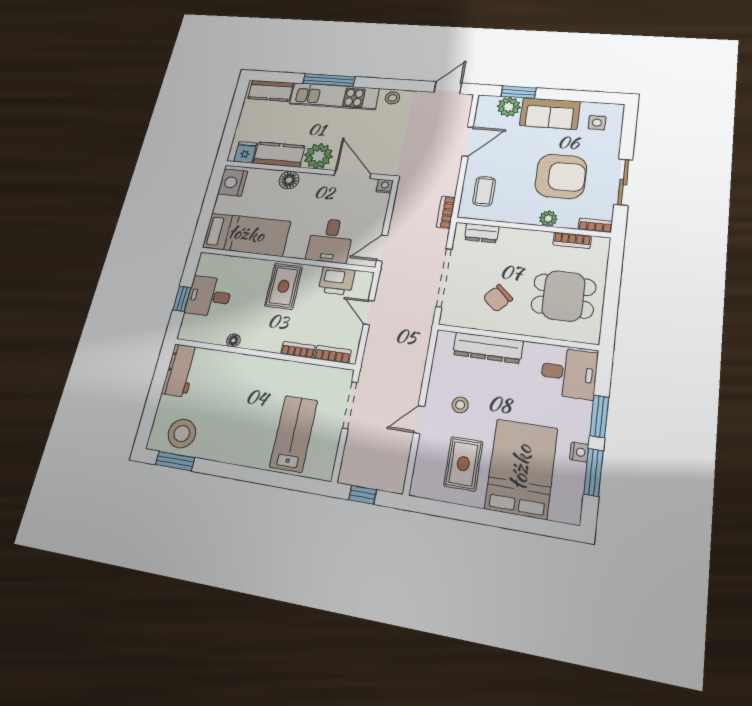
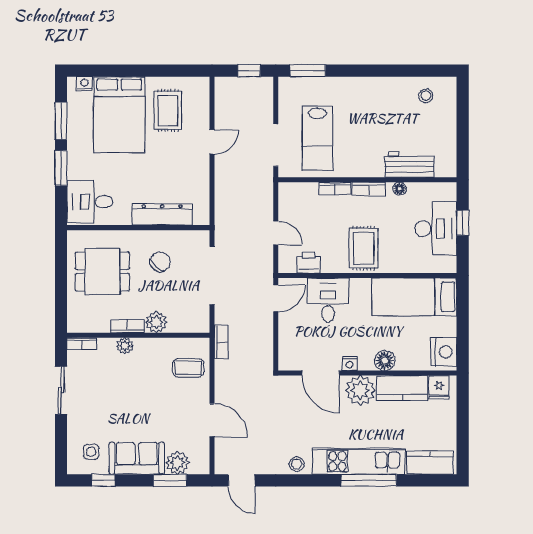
door: (448, 88) -> (242, 480), hinge flipped
window: (587, 96) -> (103, 480), added
door: (468, 142) -> (212, 420), swing flipped
armchair: (561, 176) -> (118, 391), removed
nightstand: (385, 186) -> (350, 364), moved
coffee table: (484, 191) -> (188, 368), turned 90
dresser: (482, 233) -> (184, 324), removed
plant: (511, 238) -> (156, 322), added
bookcase: (572, 240) -> (127, 326), moved
printer: (337, 281) -> (309, 263), width x0.73, depth x0.81
desk: (209, 296) -> (436, 229), width x1.37
bookcase: (333, 354) -> (369, 189), moved
workbench: (180, 370) -> (409, 165), moved, turned 90
stool: (460, 405) -> (179, 160), removed
stool: (182, 434) -> (426, 96), width x0.53, depth x0.53
lab bench: (294, 434) -> (317, 138), moved
nightstand: (579, 452) -> (85, 84), moved, turned 90
window: (175, 461) -> (308, 71), moved

